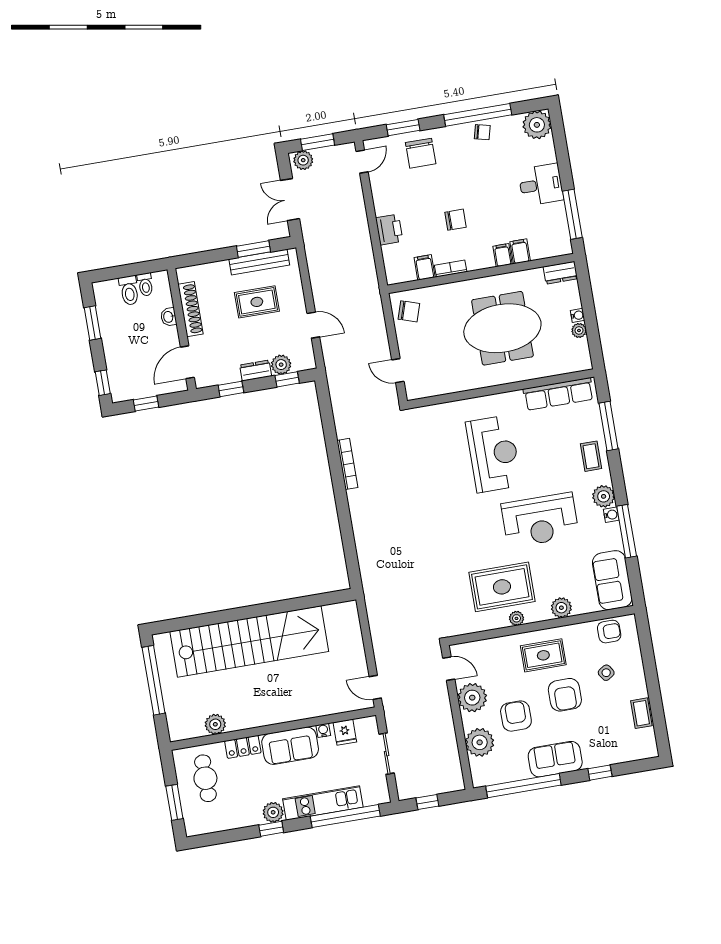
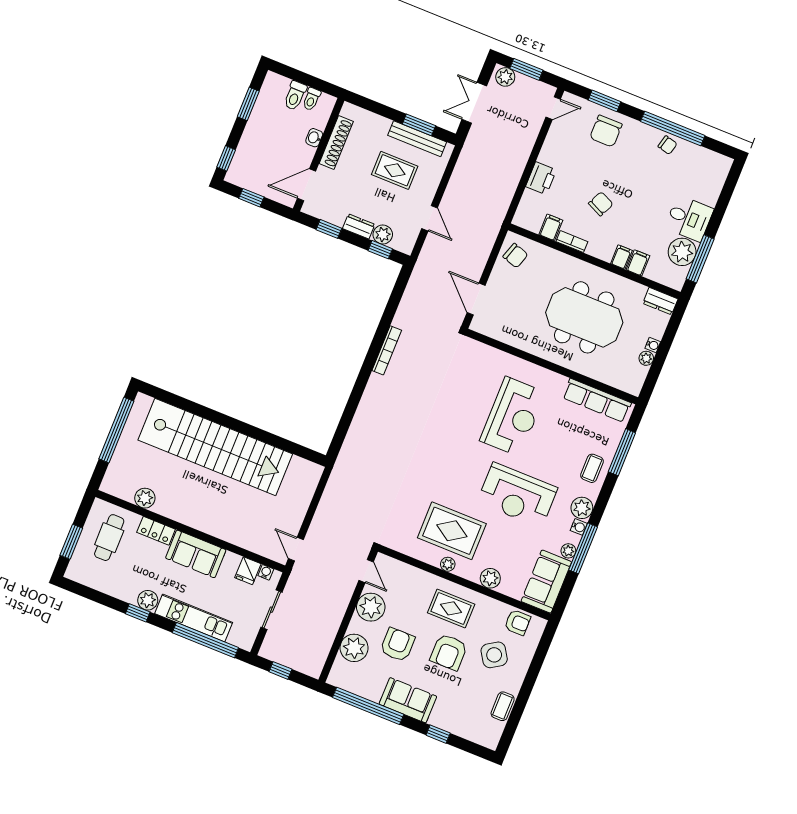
plant: (537, 125) -> (682, 252), moved
chair: (456, 220) -> (601, 204), turned -65
door: (398, 371) -> (476, 299), width x1.38
plant: (615, 541) -> (568, 551), added
side table: (606, 673) -> (494, 655), width x1.87, depth x1.87
water cooler: (323, 730) -> (266, 572), moved

